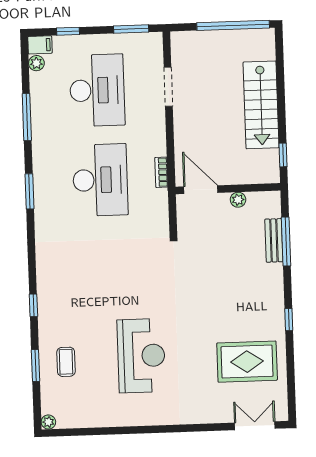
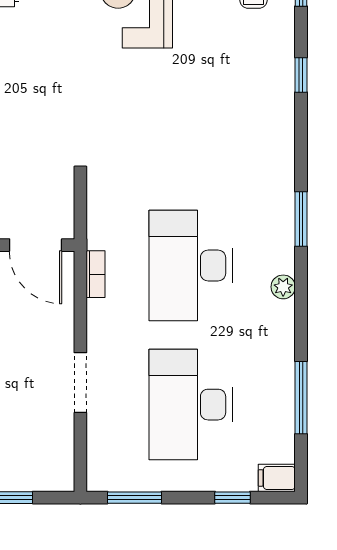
plant: (36, 63) -> (283, 287), moved
doorway: (168, 87) -> (80, 383), moved
window: (27, 117) -> (301, 398), moved
window: (29, 191) -> (301, 219), moved

